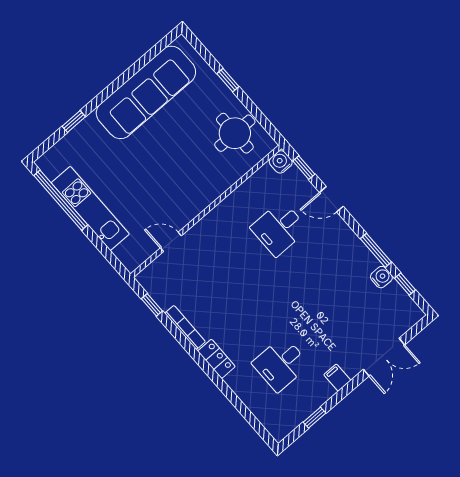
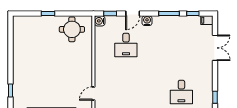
sofa: (146, 92) -> (24, 51), removed
water cooler: (381, 277) -> (147, 21), moved
filing cabinet: (337, 378) -> (207, 20), moved

